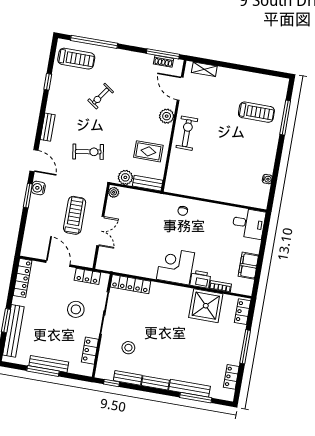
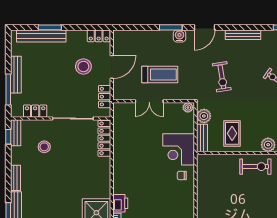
bench: (48, 127) -> (243, 35), width x1.36
corner desk: (175, 266) -> (179, 149), moved, turned 180
locker: (22, 278) -> (99, 36), width x0.66
stool: (76, 309) -> (83, 66), moved
window: (43, 371) -> (8, 89), moved
bench: (128, 378) -> (16, 133), moved

